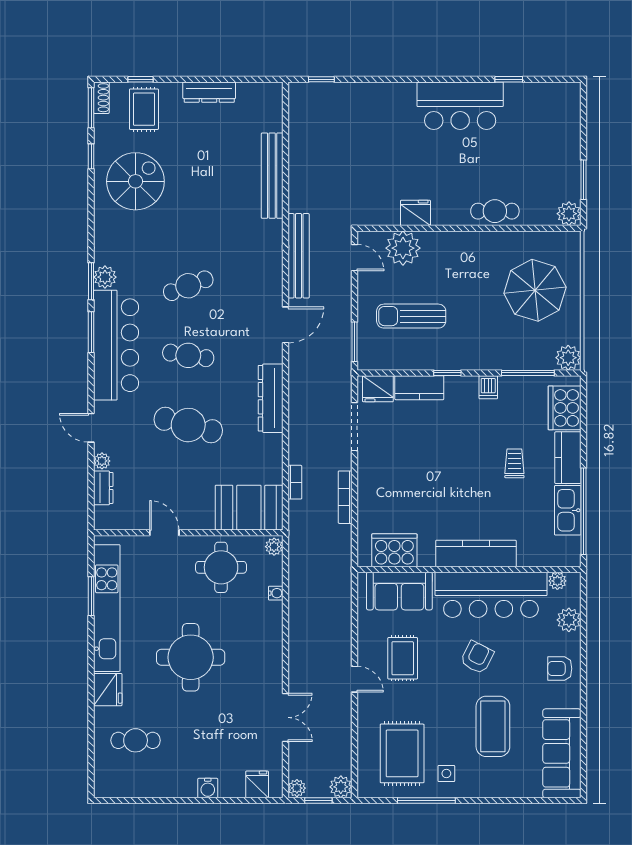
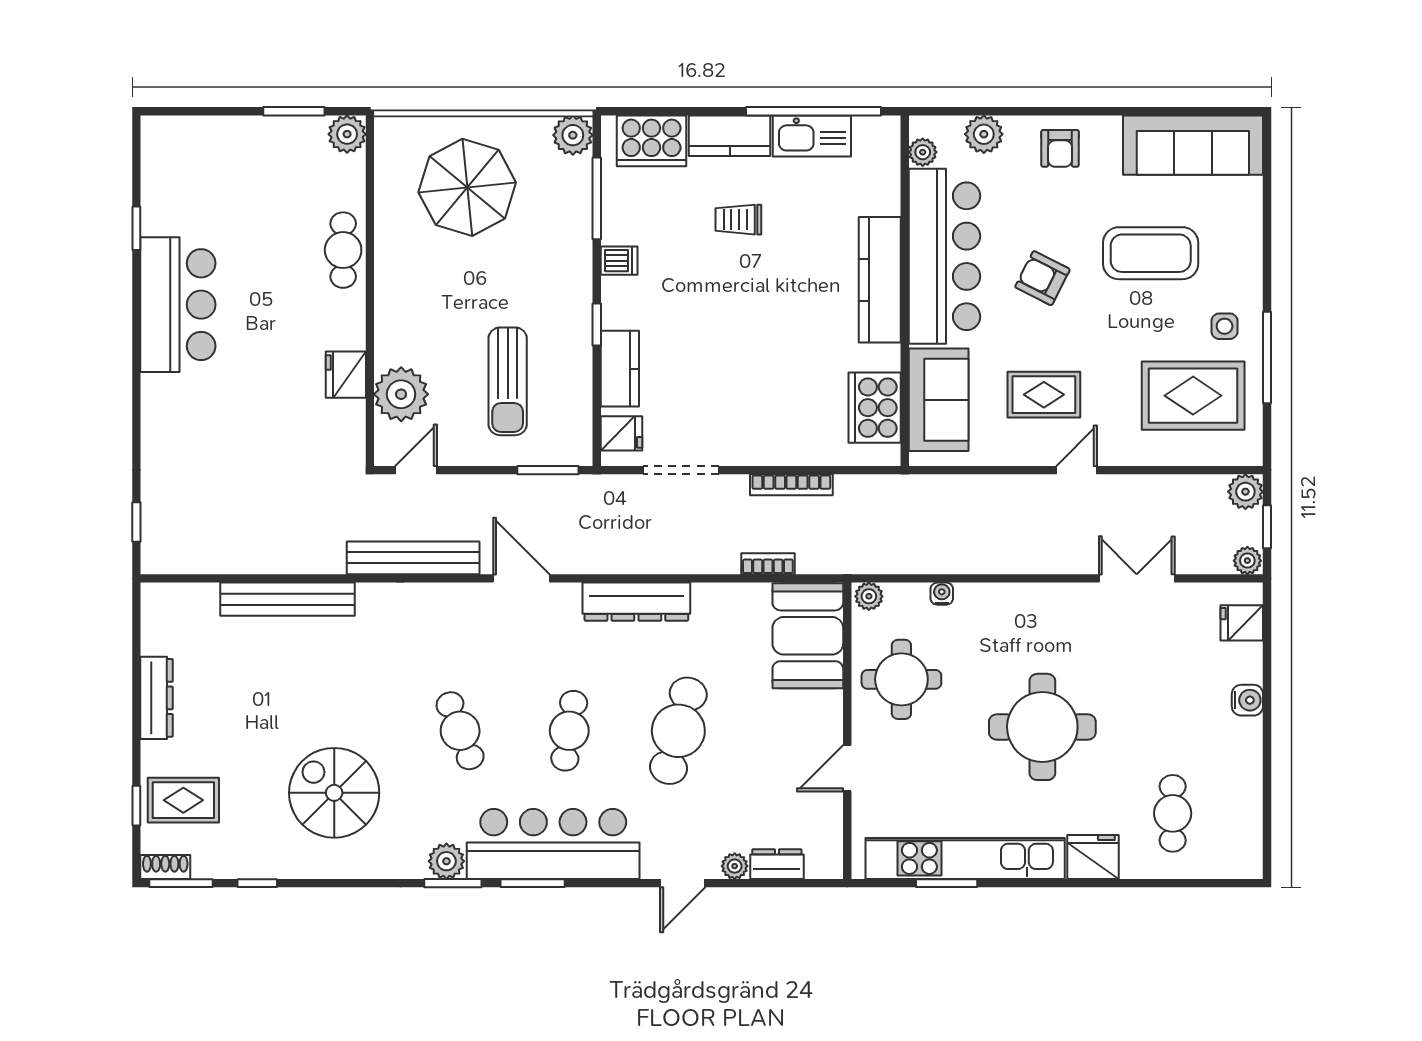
spiral stairs: (135, 181) -> (334, 793), moved
fridge: (378, 389) -> (621, 433), width x0.72

